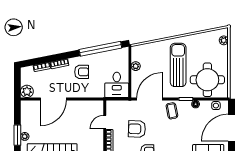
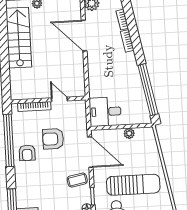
armchair: (82, 72) -> (119, 68), removed
armchair: (137, 129) -> (53, 139), turned -92

